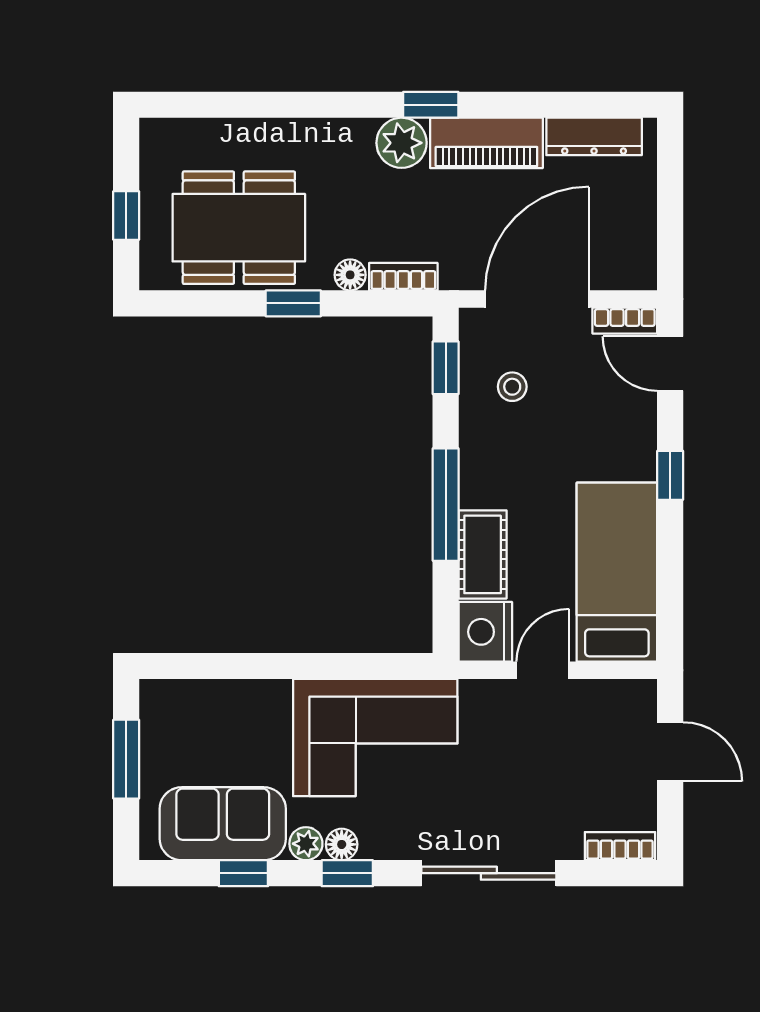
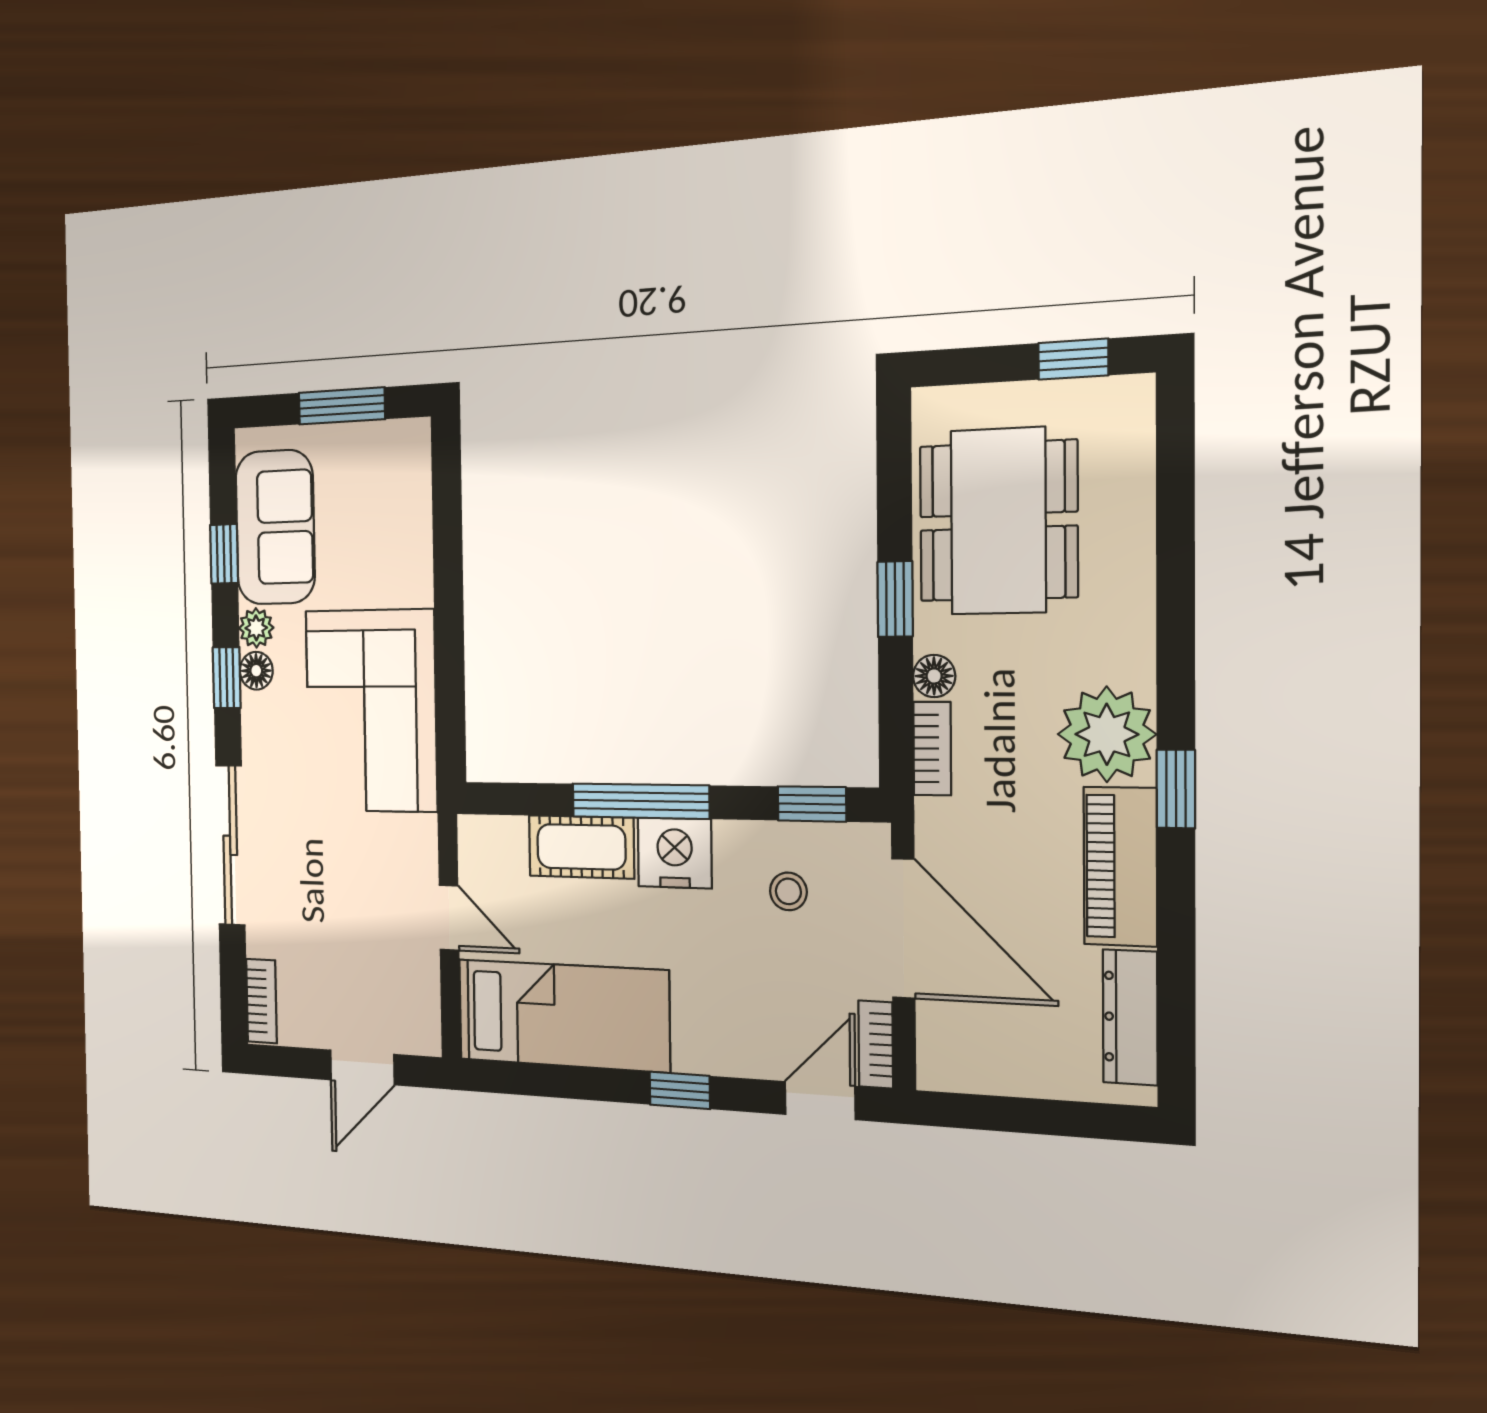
plant: (402, 143) -> (1107, 734), width x1.36, depth x1.36
window: (126, 215) -> (1073, 359), moved
nightstand: (485, 632) -> (675, 853), moved

